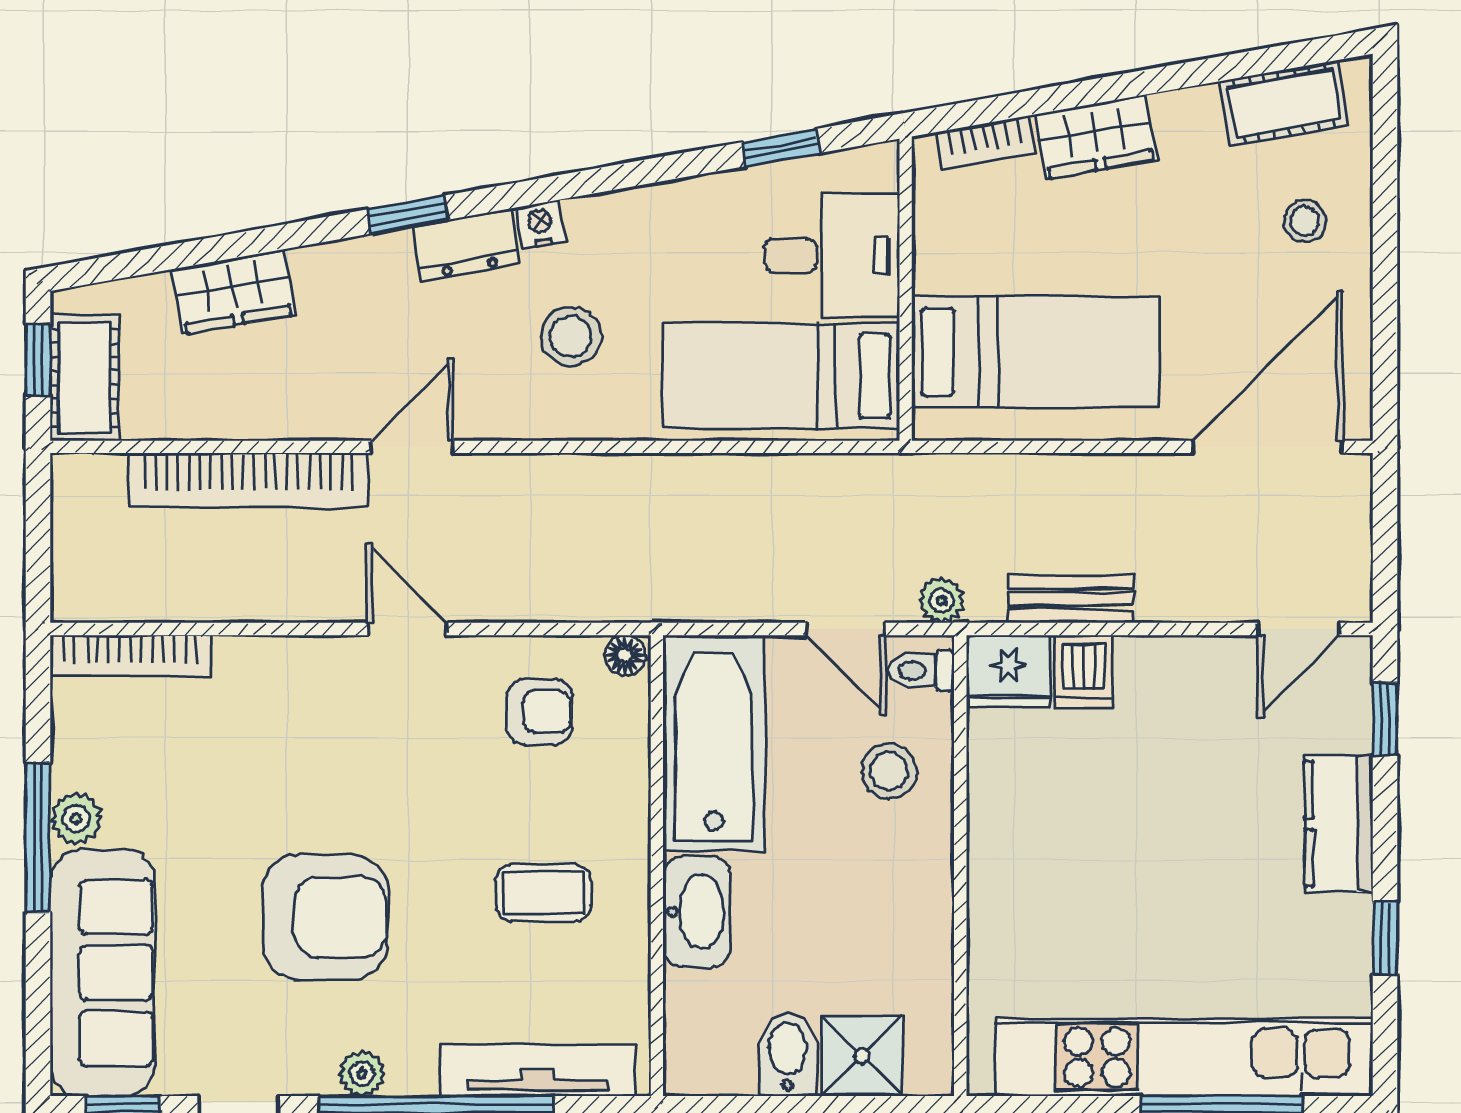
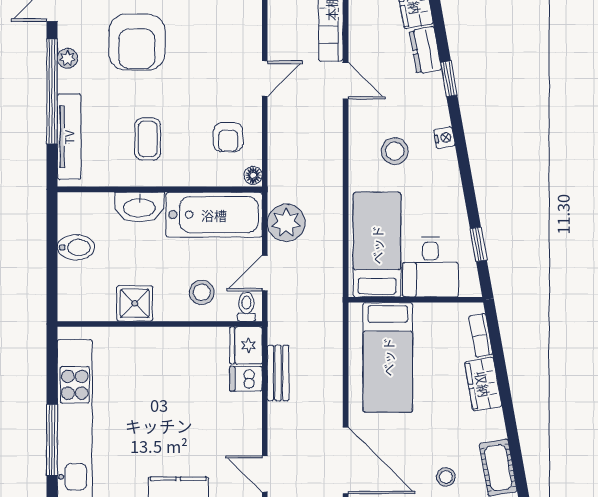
dresser: (466, 245) -> (425, 50), moved
plant: (941, 600) -> (286, 223), moved, width x1.88, depth x1.88
shower: (862, 1056) -> (135, 303), moved

